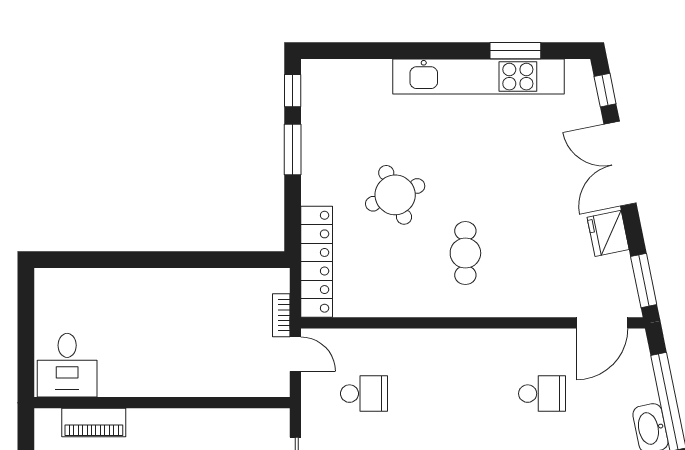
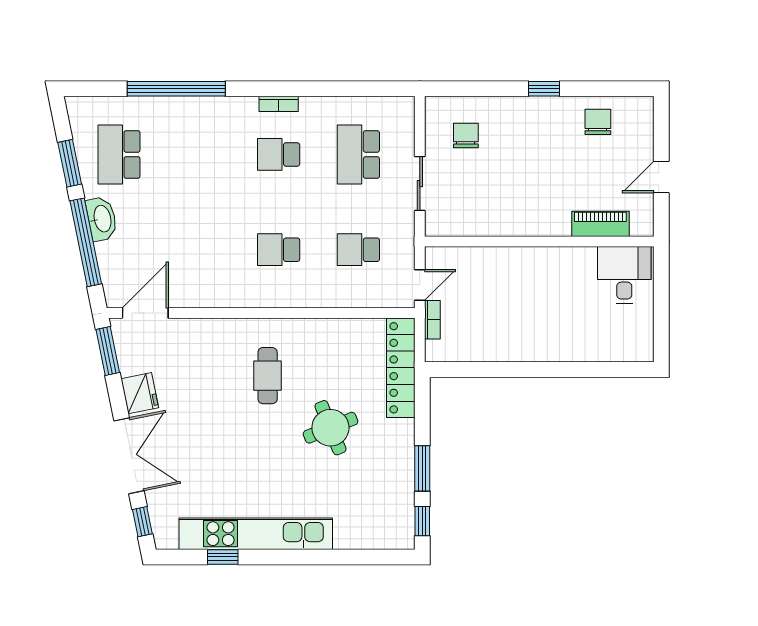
window: (515, 51) -> (223, 557), width x0.67
door: (295, 354) -> (420, 285), swing flipped
school desk: (542, 394) -> (279, 250), moved

